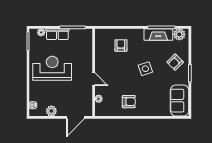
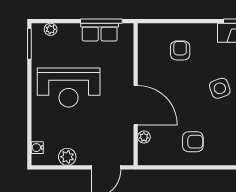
row of seats: (57, 34) -> (100, 32), moved
reception desk: (52, 68) -> (69, 88), turned 180
door: (94, 79) -> (136, 105), width x1.88

